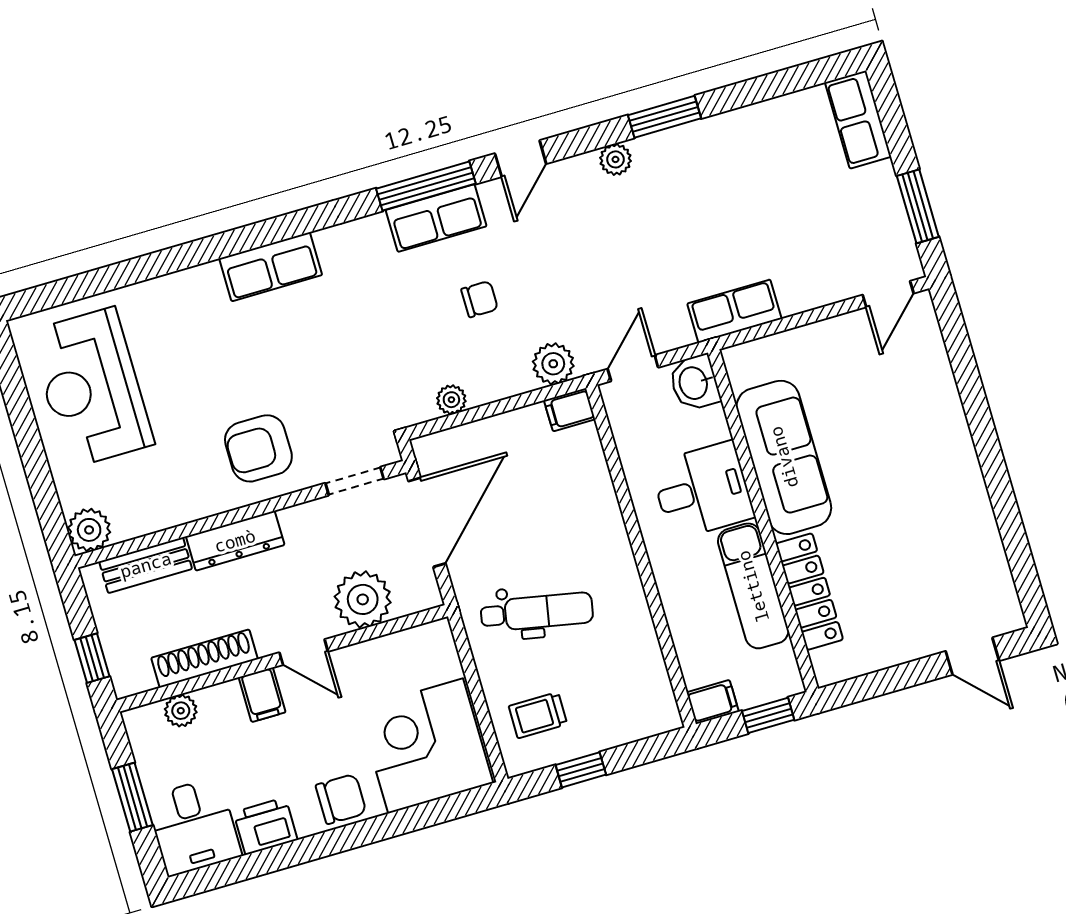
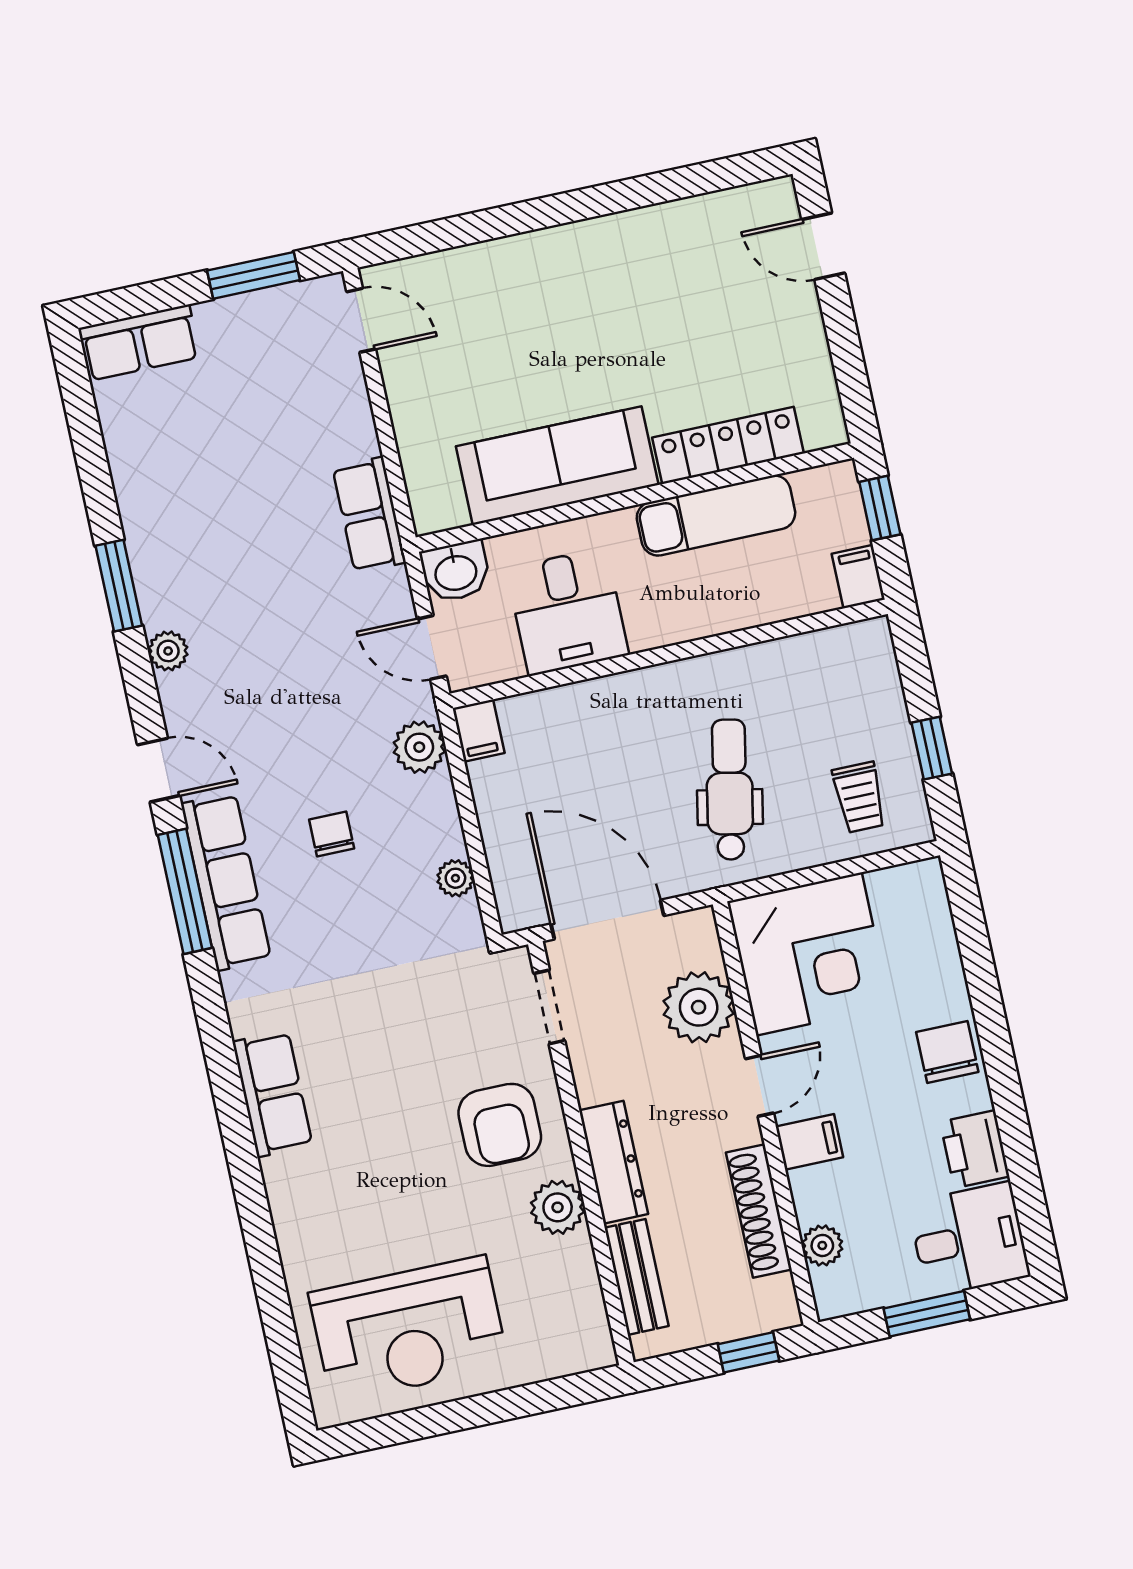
row of seats: (436, 218) -> (226, 881), width x1.48
desk: (702, 490) -> (567, 612), moved, turned 180
plant: (89, 530) -> (558, 1207), moved
door: (972, 656) -> (823, 246), swing flipped
corner desk: (426, 746) -> (809, 954), moved, turned -90

